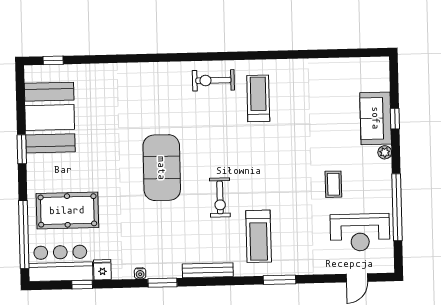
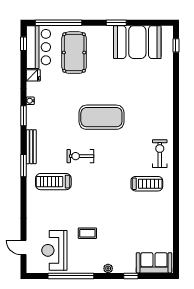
sofa: (376, 118) -> (154, 263), moved
window: (280, 280) -> (24, 166), moved
window: (82, 285) -> (24, 44), moved

